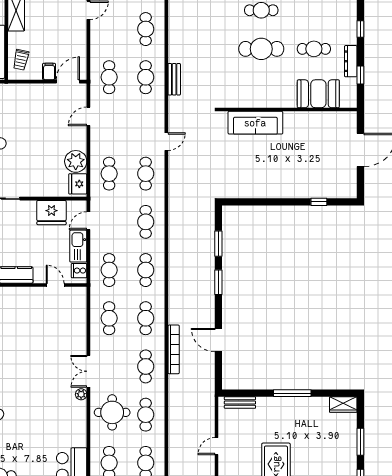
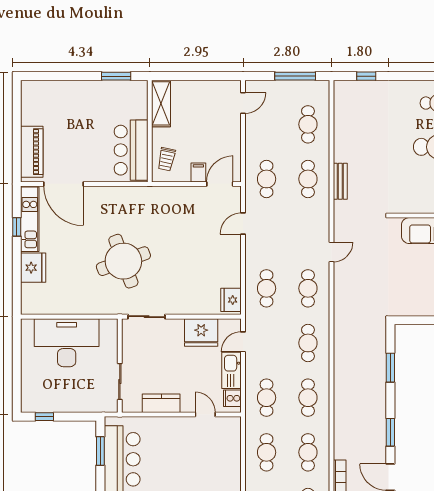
plant: (76, 161) -> (229, 274), removed
window: (218, 282) -> (390, 432), moved

